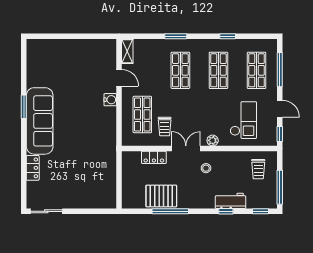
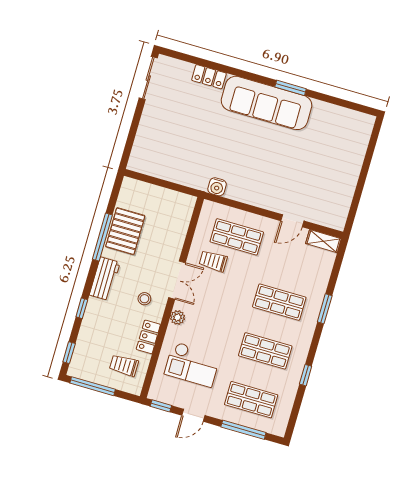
water cooler: (110, 100) -> (217, 187), moved
locker: (154, 157) -> (148, 337), moved
workbench: (231, 201) -> (105, 279), moved

